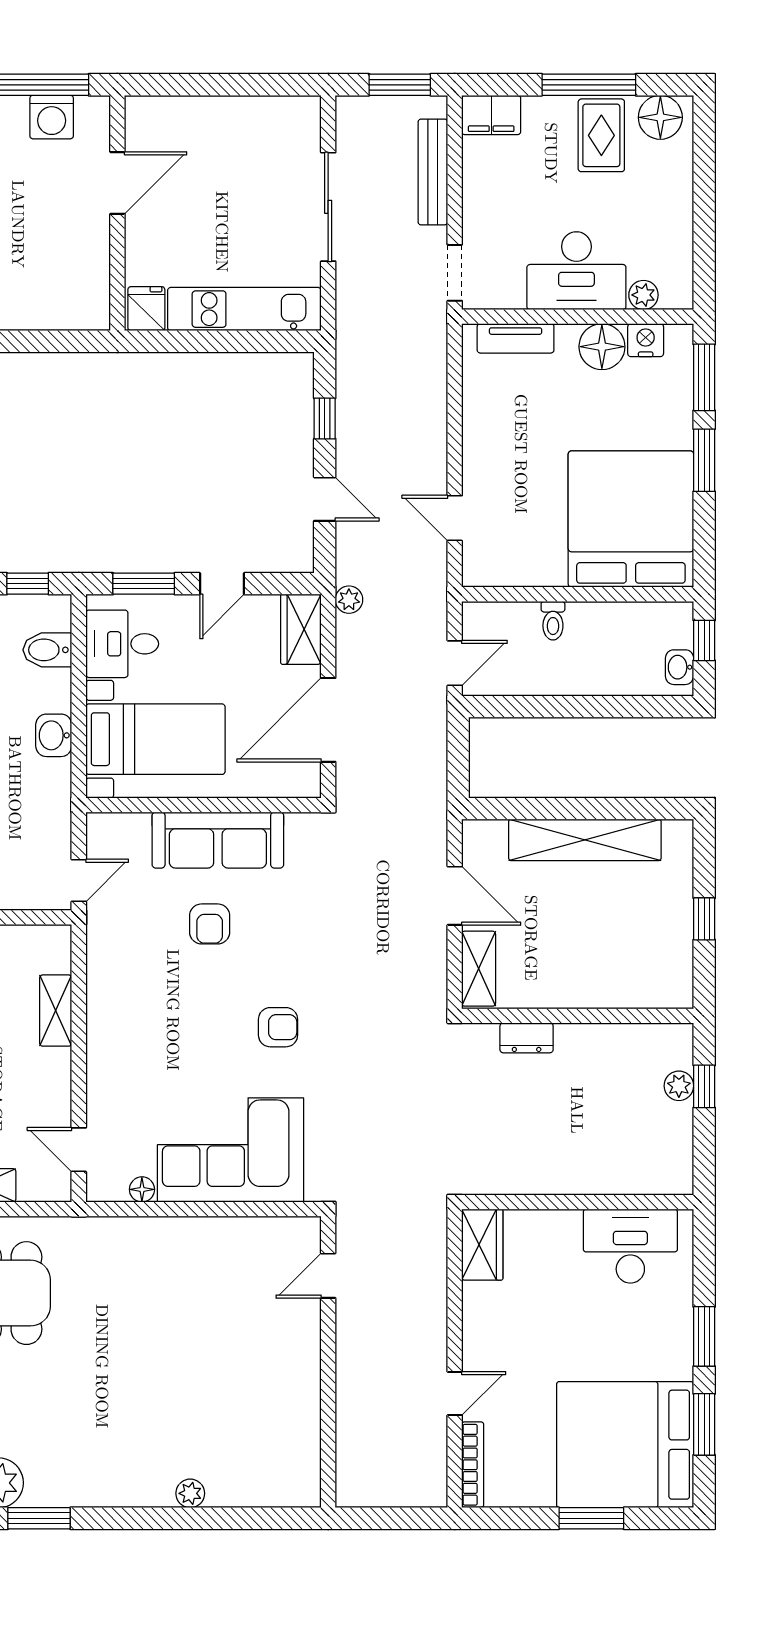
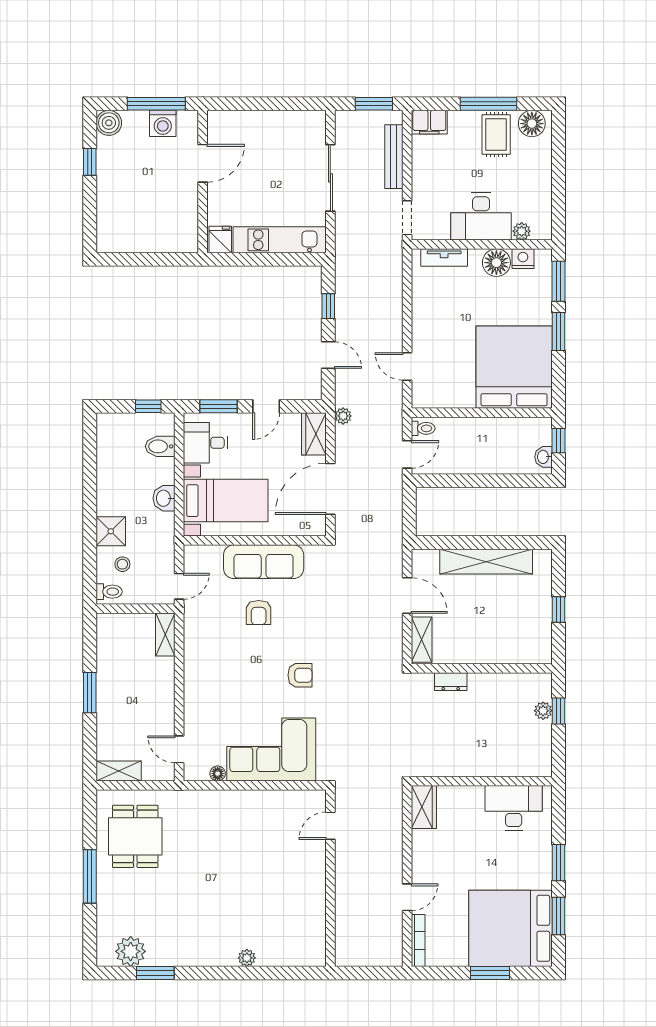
toilet: (553, 621) -> (423, 428), moved, turned -90
shelving: (56, 1011) -> (165, 634), moved

